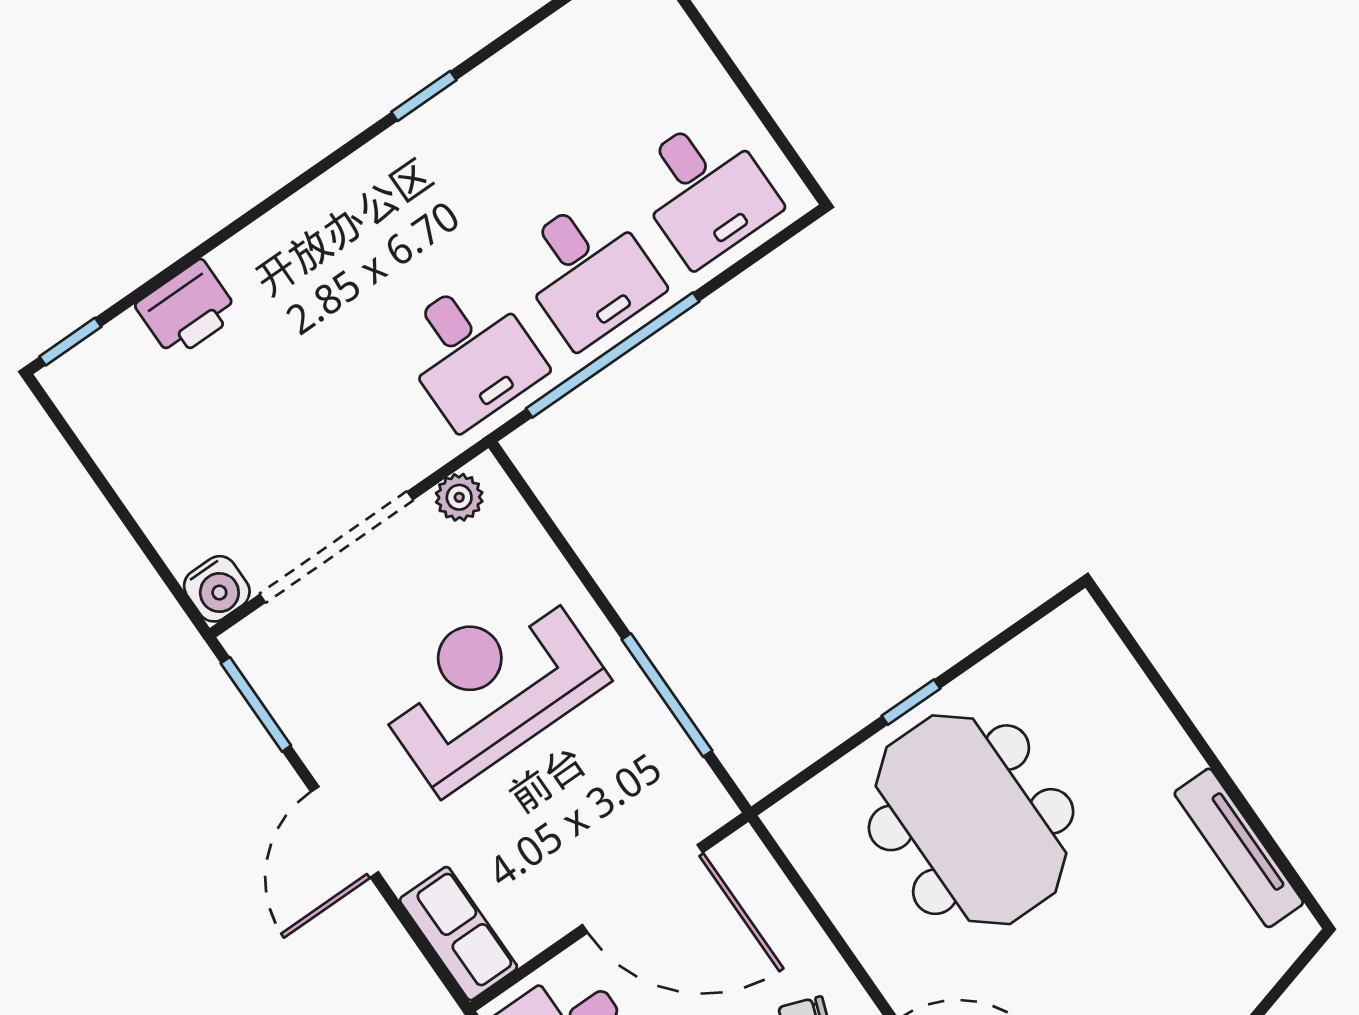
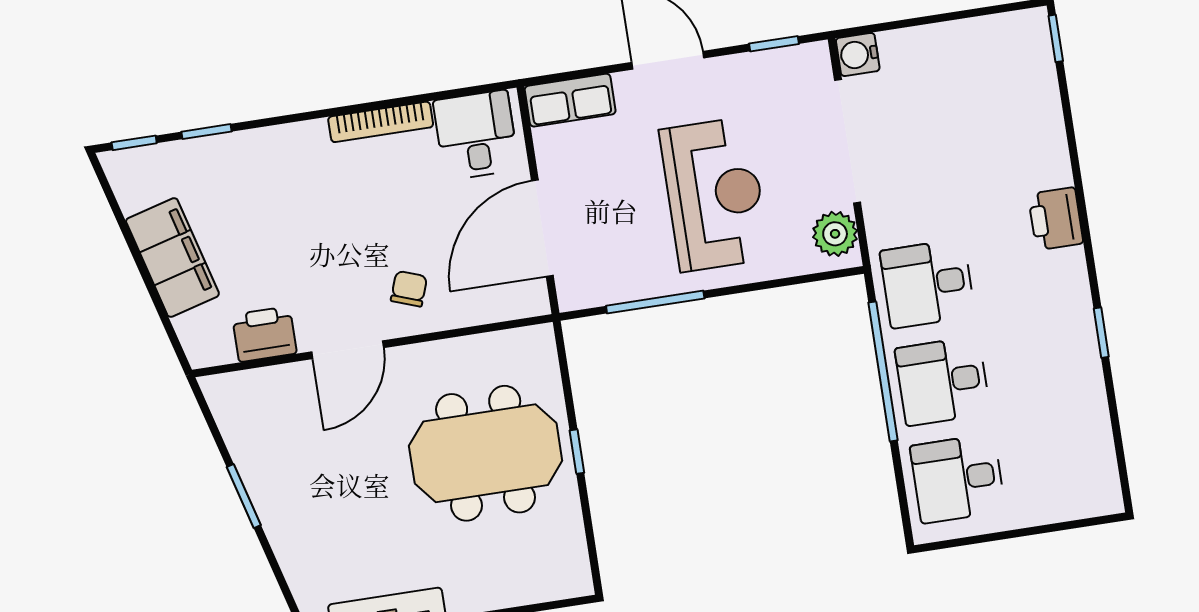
printer: (187, 309) -> (1056, 219), moved
plant: (459, 497) -> (835, 234), width x1.38, depth x1.38
window: (256, 704) -> (774, 44), width x0.67

